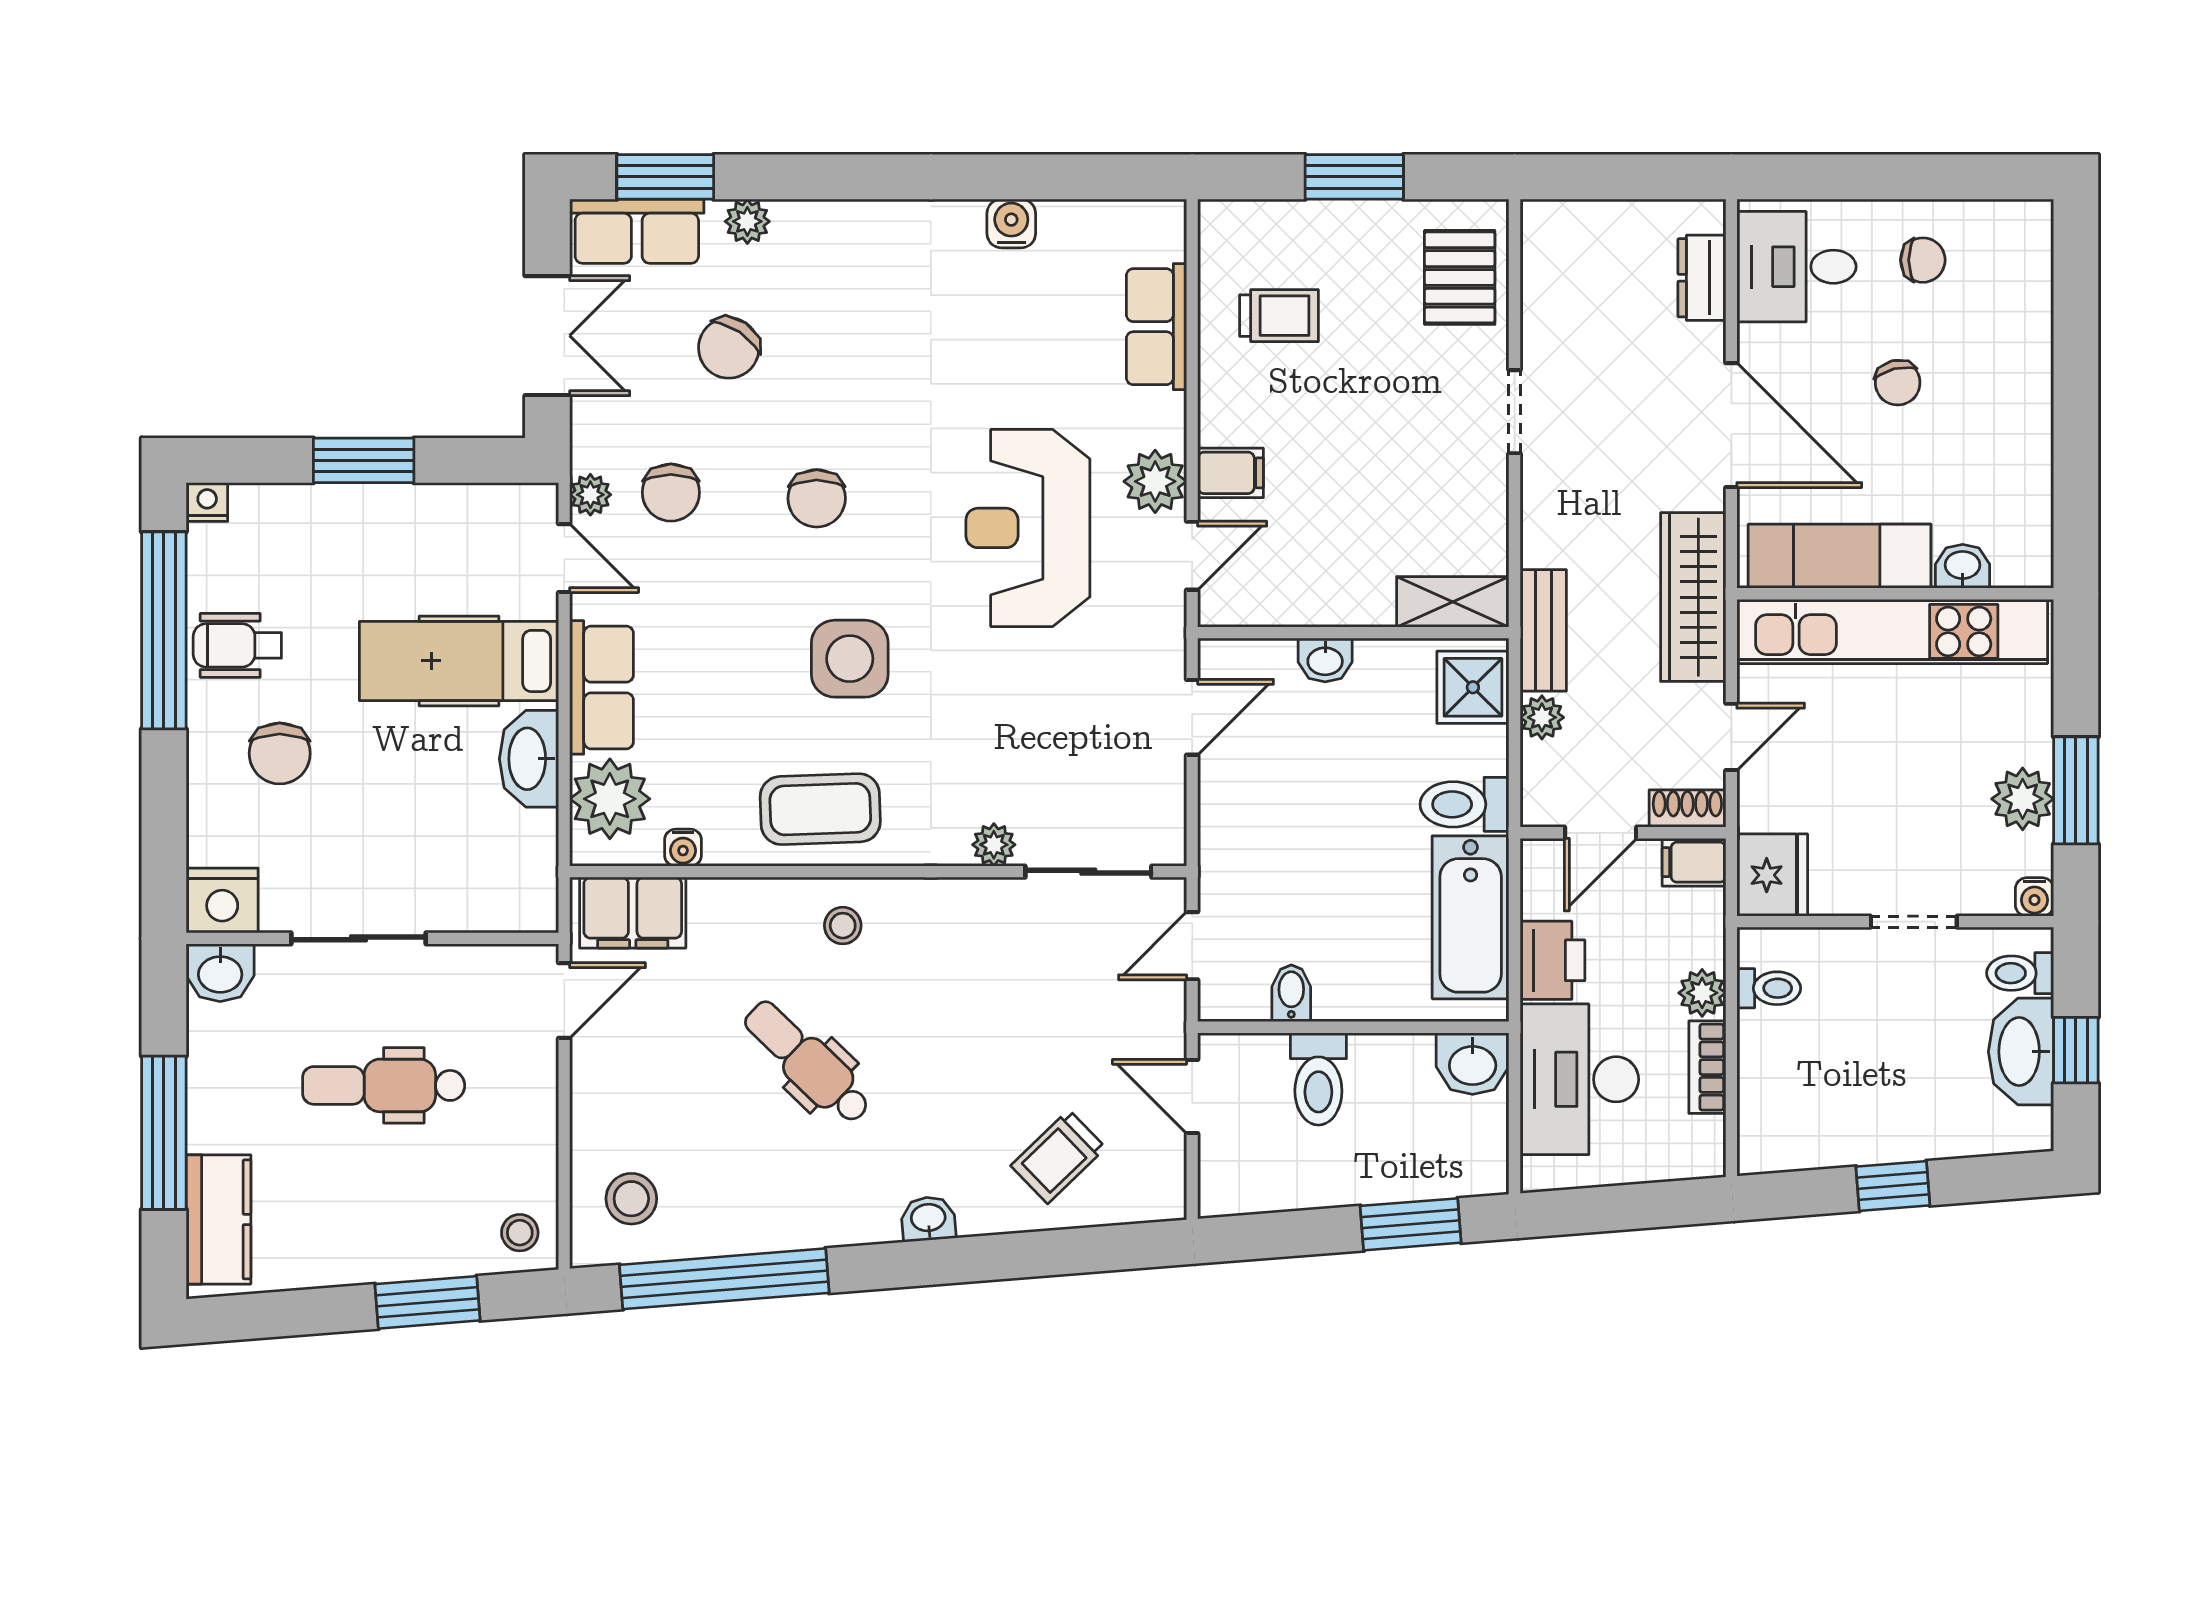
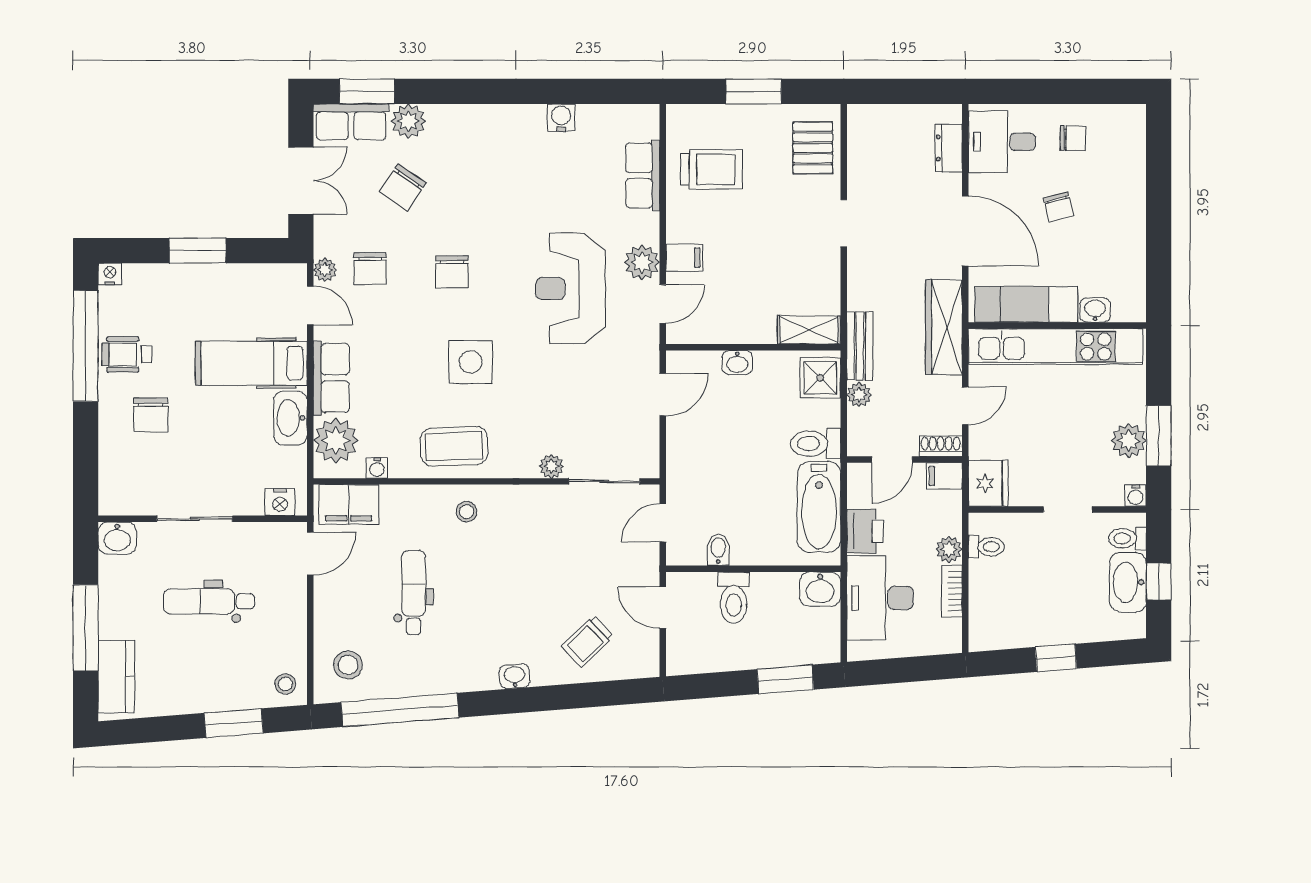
plant: (747, 221) -> (408, 121), width x1.38, depth x1.38
trolley: (1279, 316) -> (711, 169), width x1.36, depth x1.39
nightstand: (222, 900) -> (280, 502), moved, width x0.74, depth x0.75
dental chair: (807, 1062) -> (414, 593), moved, turned 46

